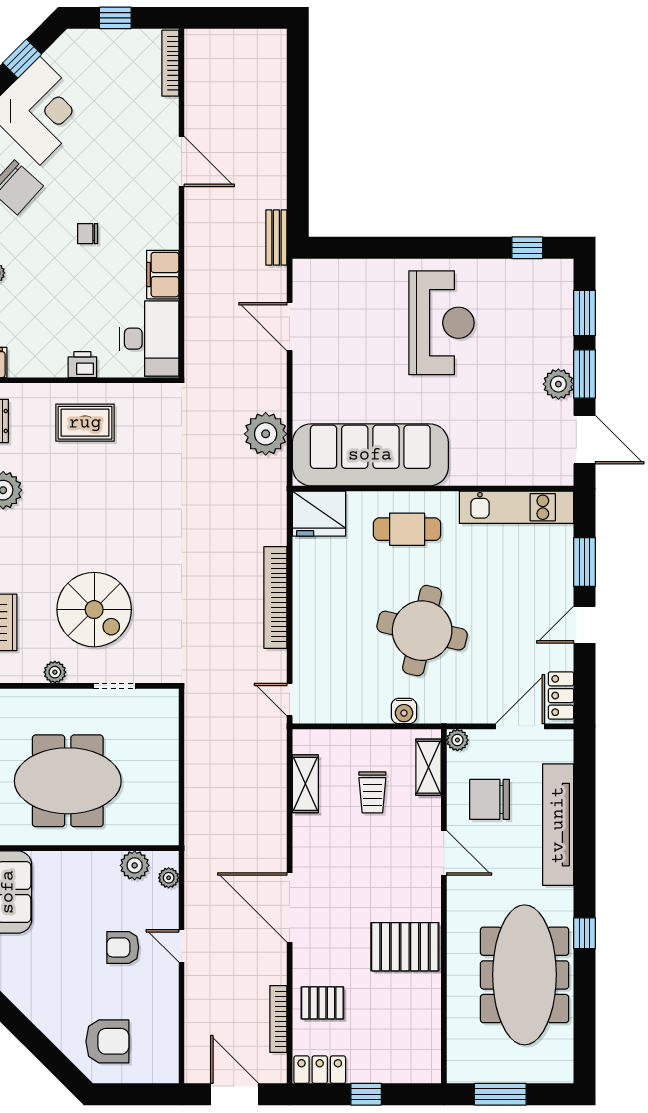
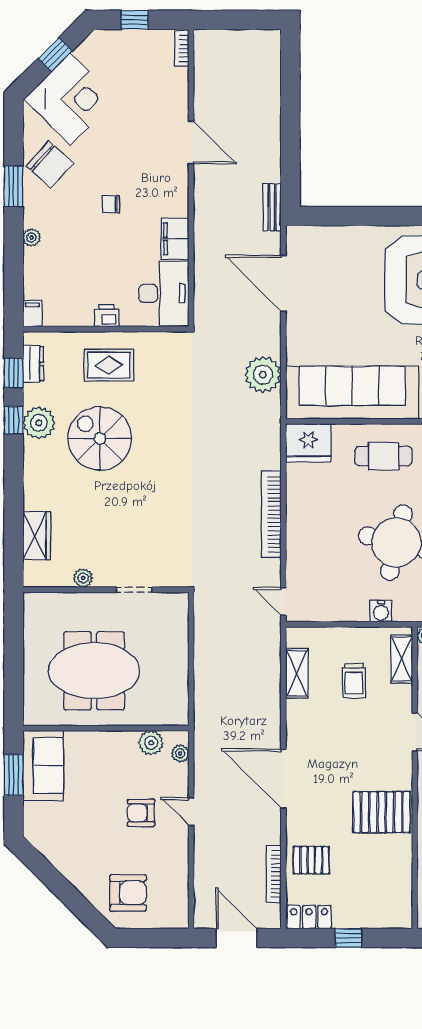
bookcase: (170, 63) -> (182, 48), width x0.64
door: (290, 327) -> (283, 283), width x1.36
spiral stairs: (94, 610) -> (100, 438), moved, turned 180

